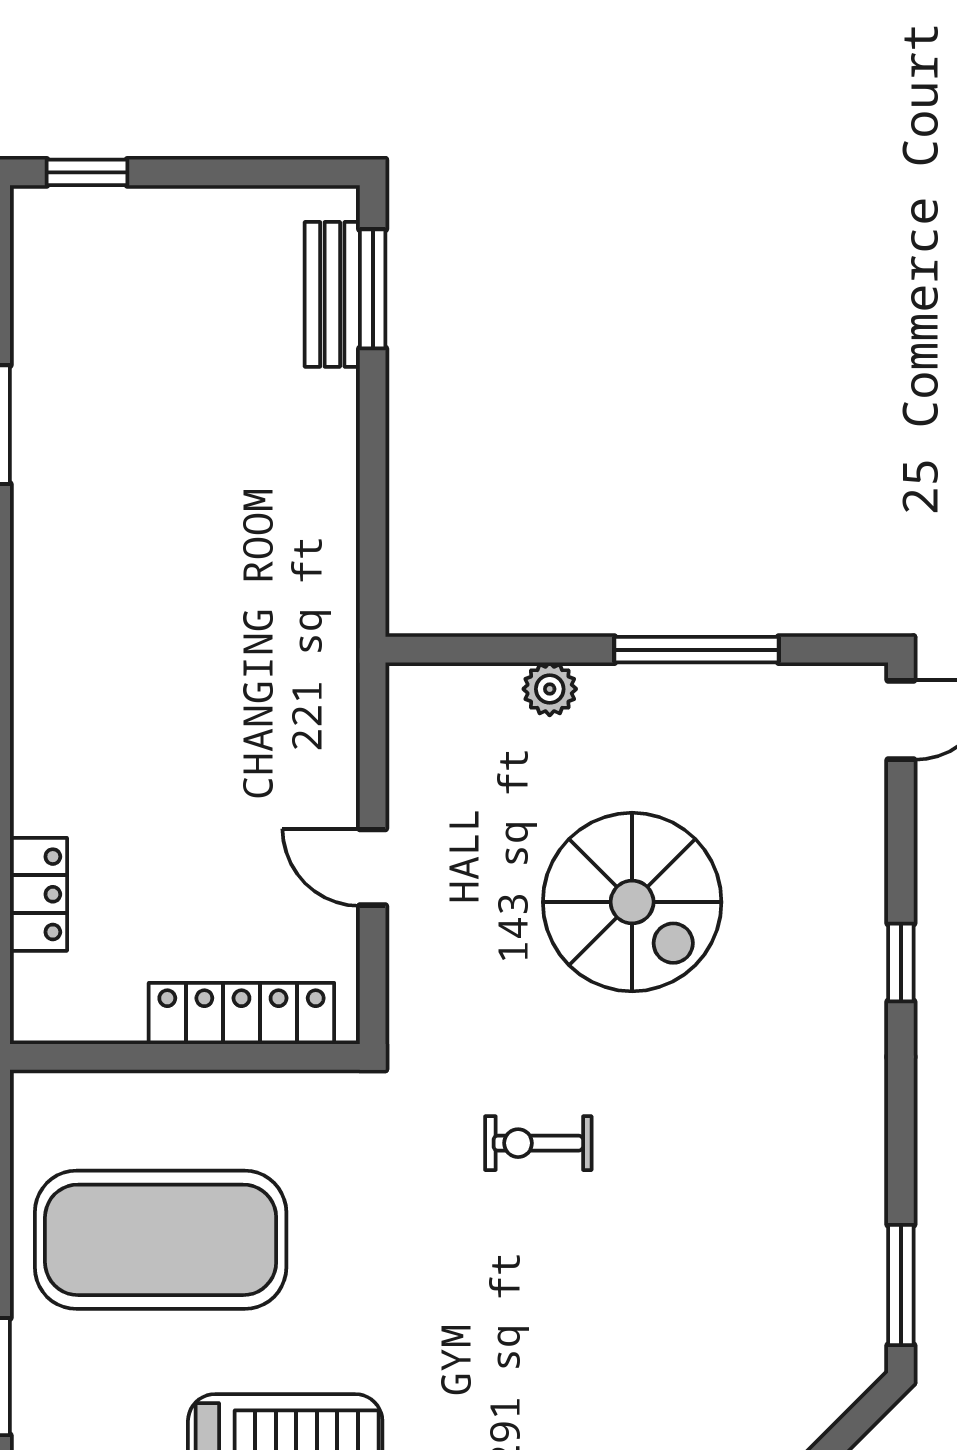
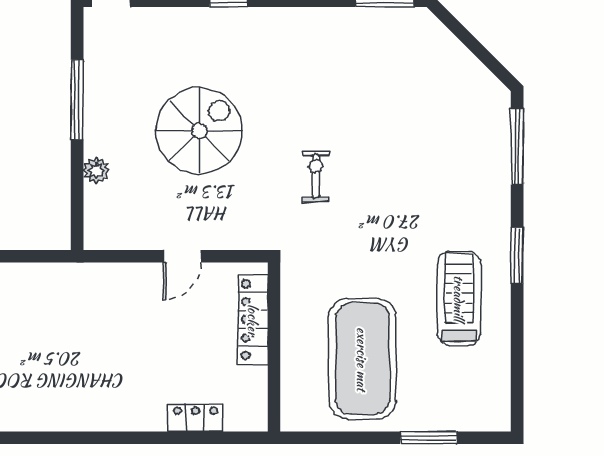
exercise bike: (538, 1143) -> (316, 176), turned 180

